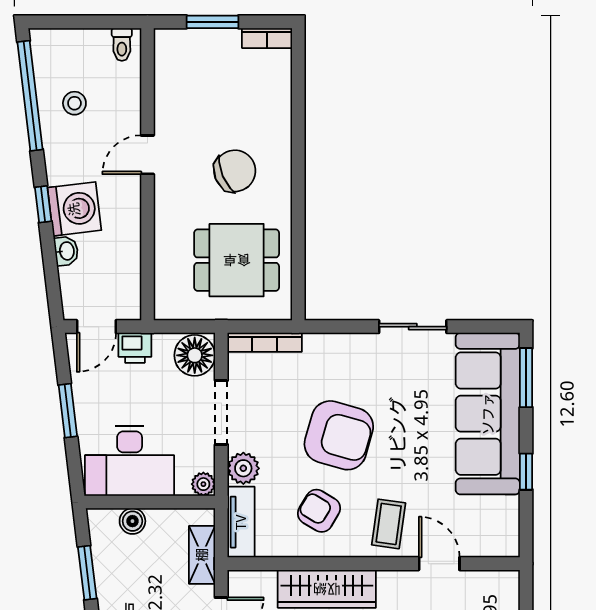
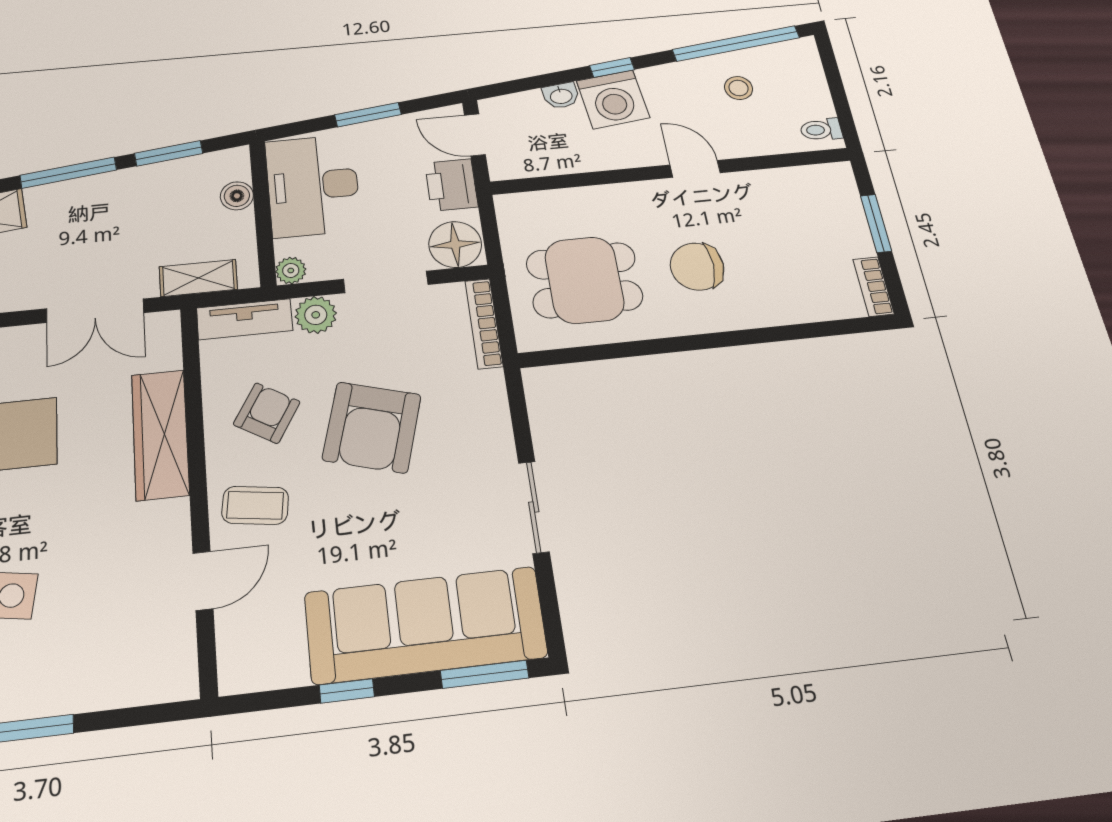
chair: (235, 171) -> (697, 267), turned 113
dining table: (237, 260) -> (584, 280), turned 90
printer: (135, 348) -> (451, 185), width x1.36, depth x1.24

